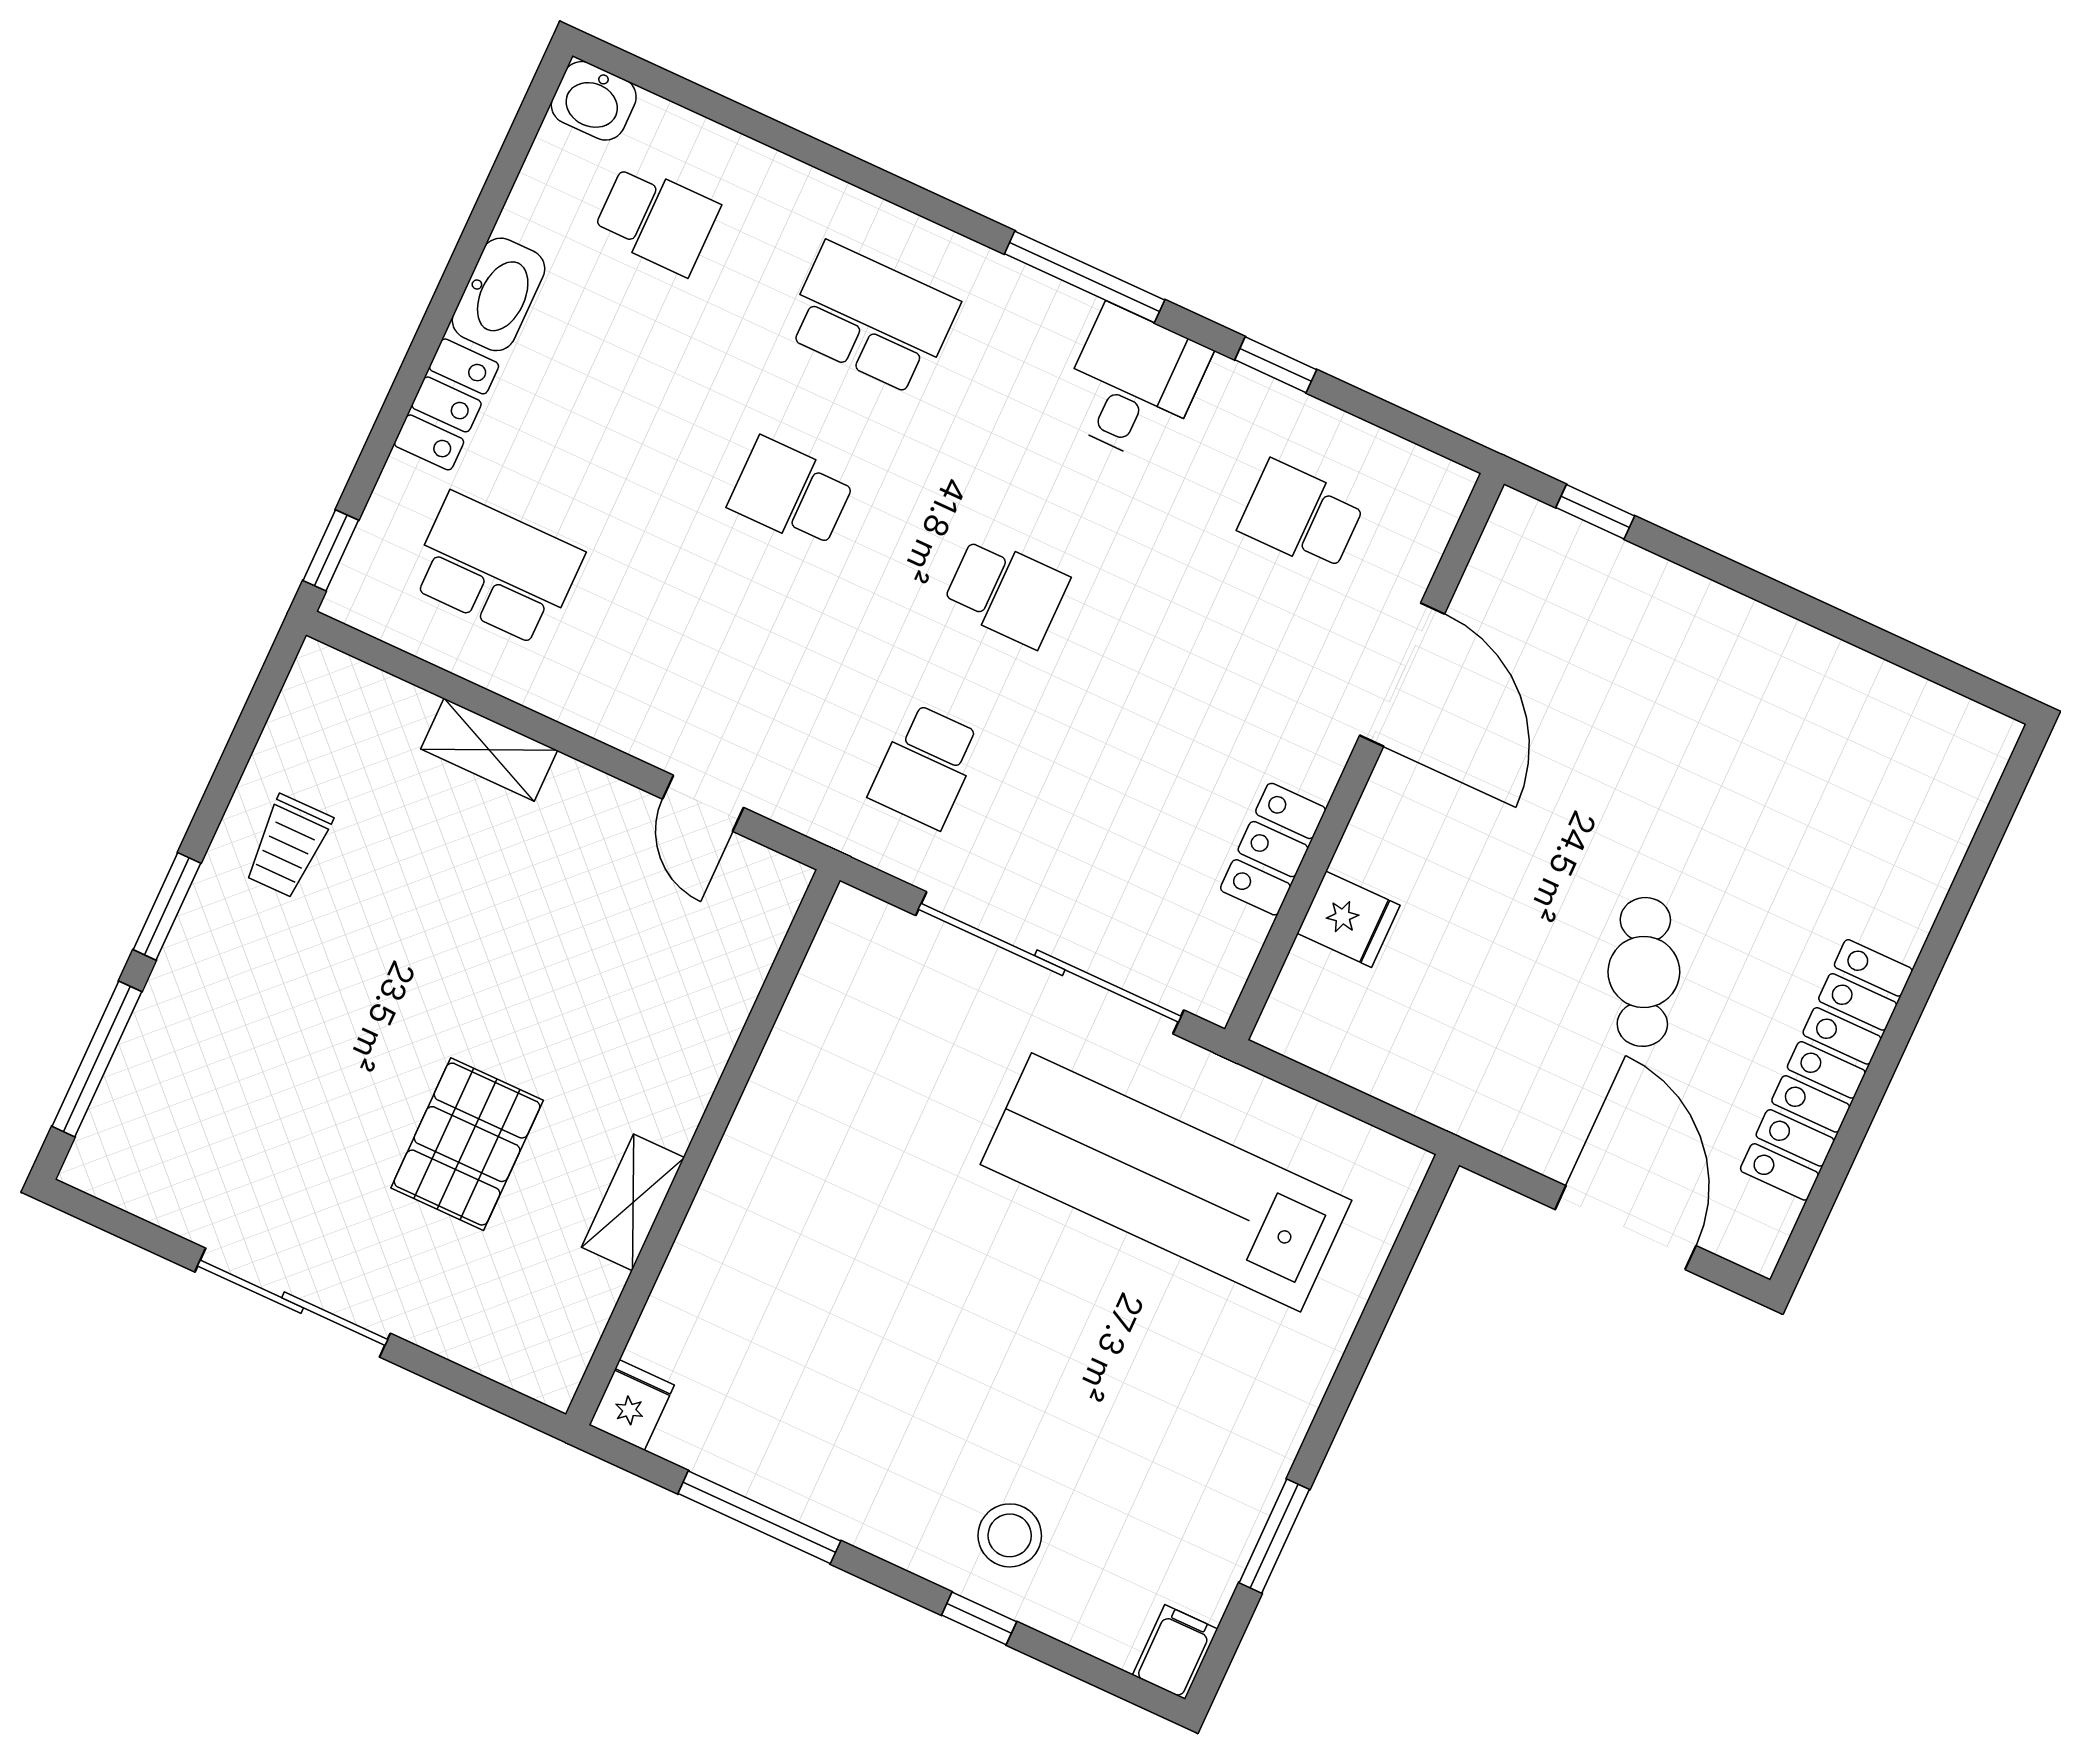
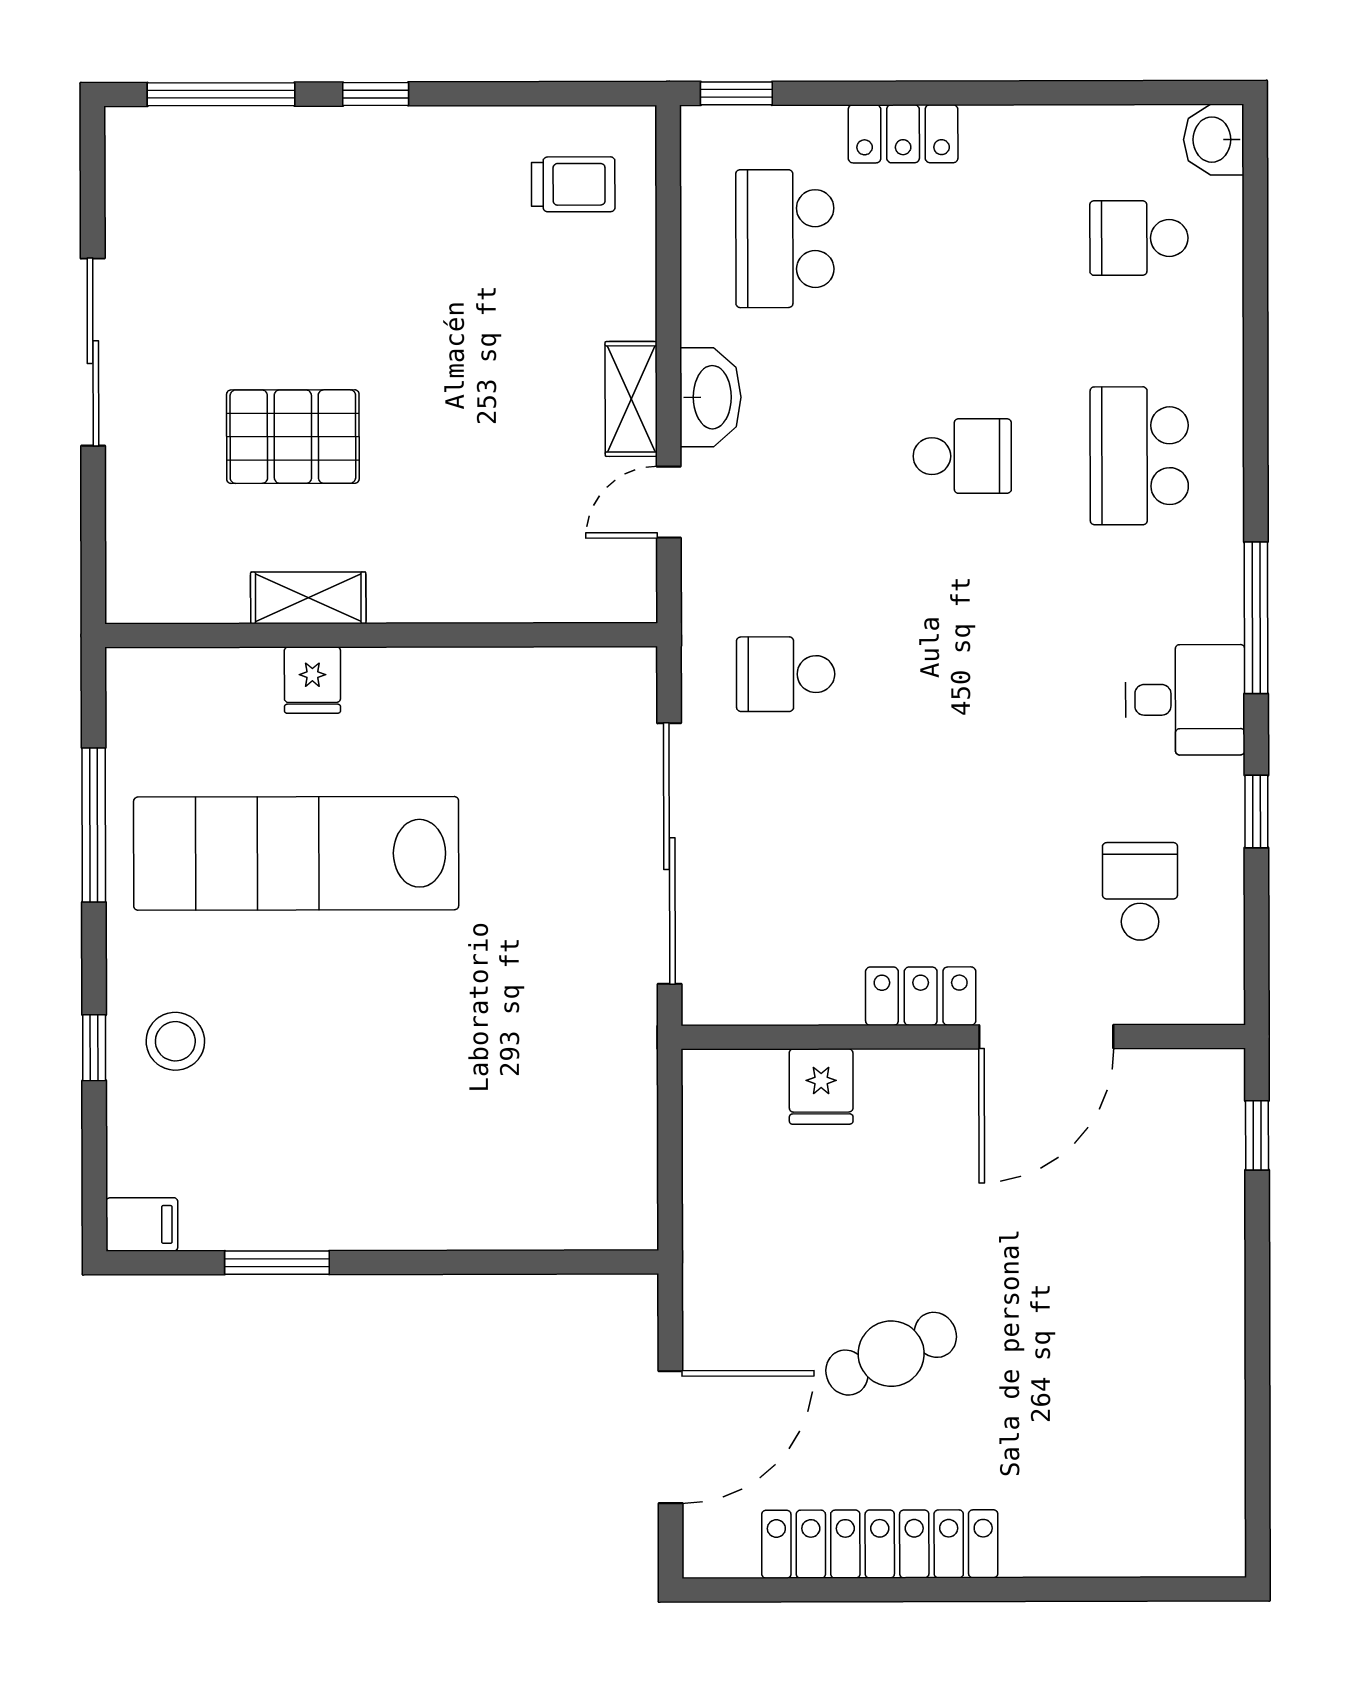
school desk: (657, 219) -> (1139, 238), turned 90
washbasin: (498, 294) -> (710, 397), moved, turned -90
school desk: (872, 318) -> (1139, 456), turned 180
school desk: (791, 493) -> (962, 456), turned 90
school desk: (496, 569) -> (785, 239), turned 180
school desk: (1006, 592) -> (963, 674), removed
shelving: (489, 750) -> (631, 399), moved
trolley: (288, 846) -> (573, 184), moved, turned 180
locker: (1273, 849) -> (921, 996), moved
window: (167, 906) -> (376, 94), width x0.67
lab bench: (1166, 1182) -> (296, 853), moved, turned -90
fridge: (632, 1405) -> (312, 680), moved, turned 90

